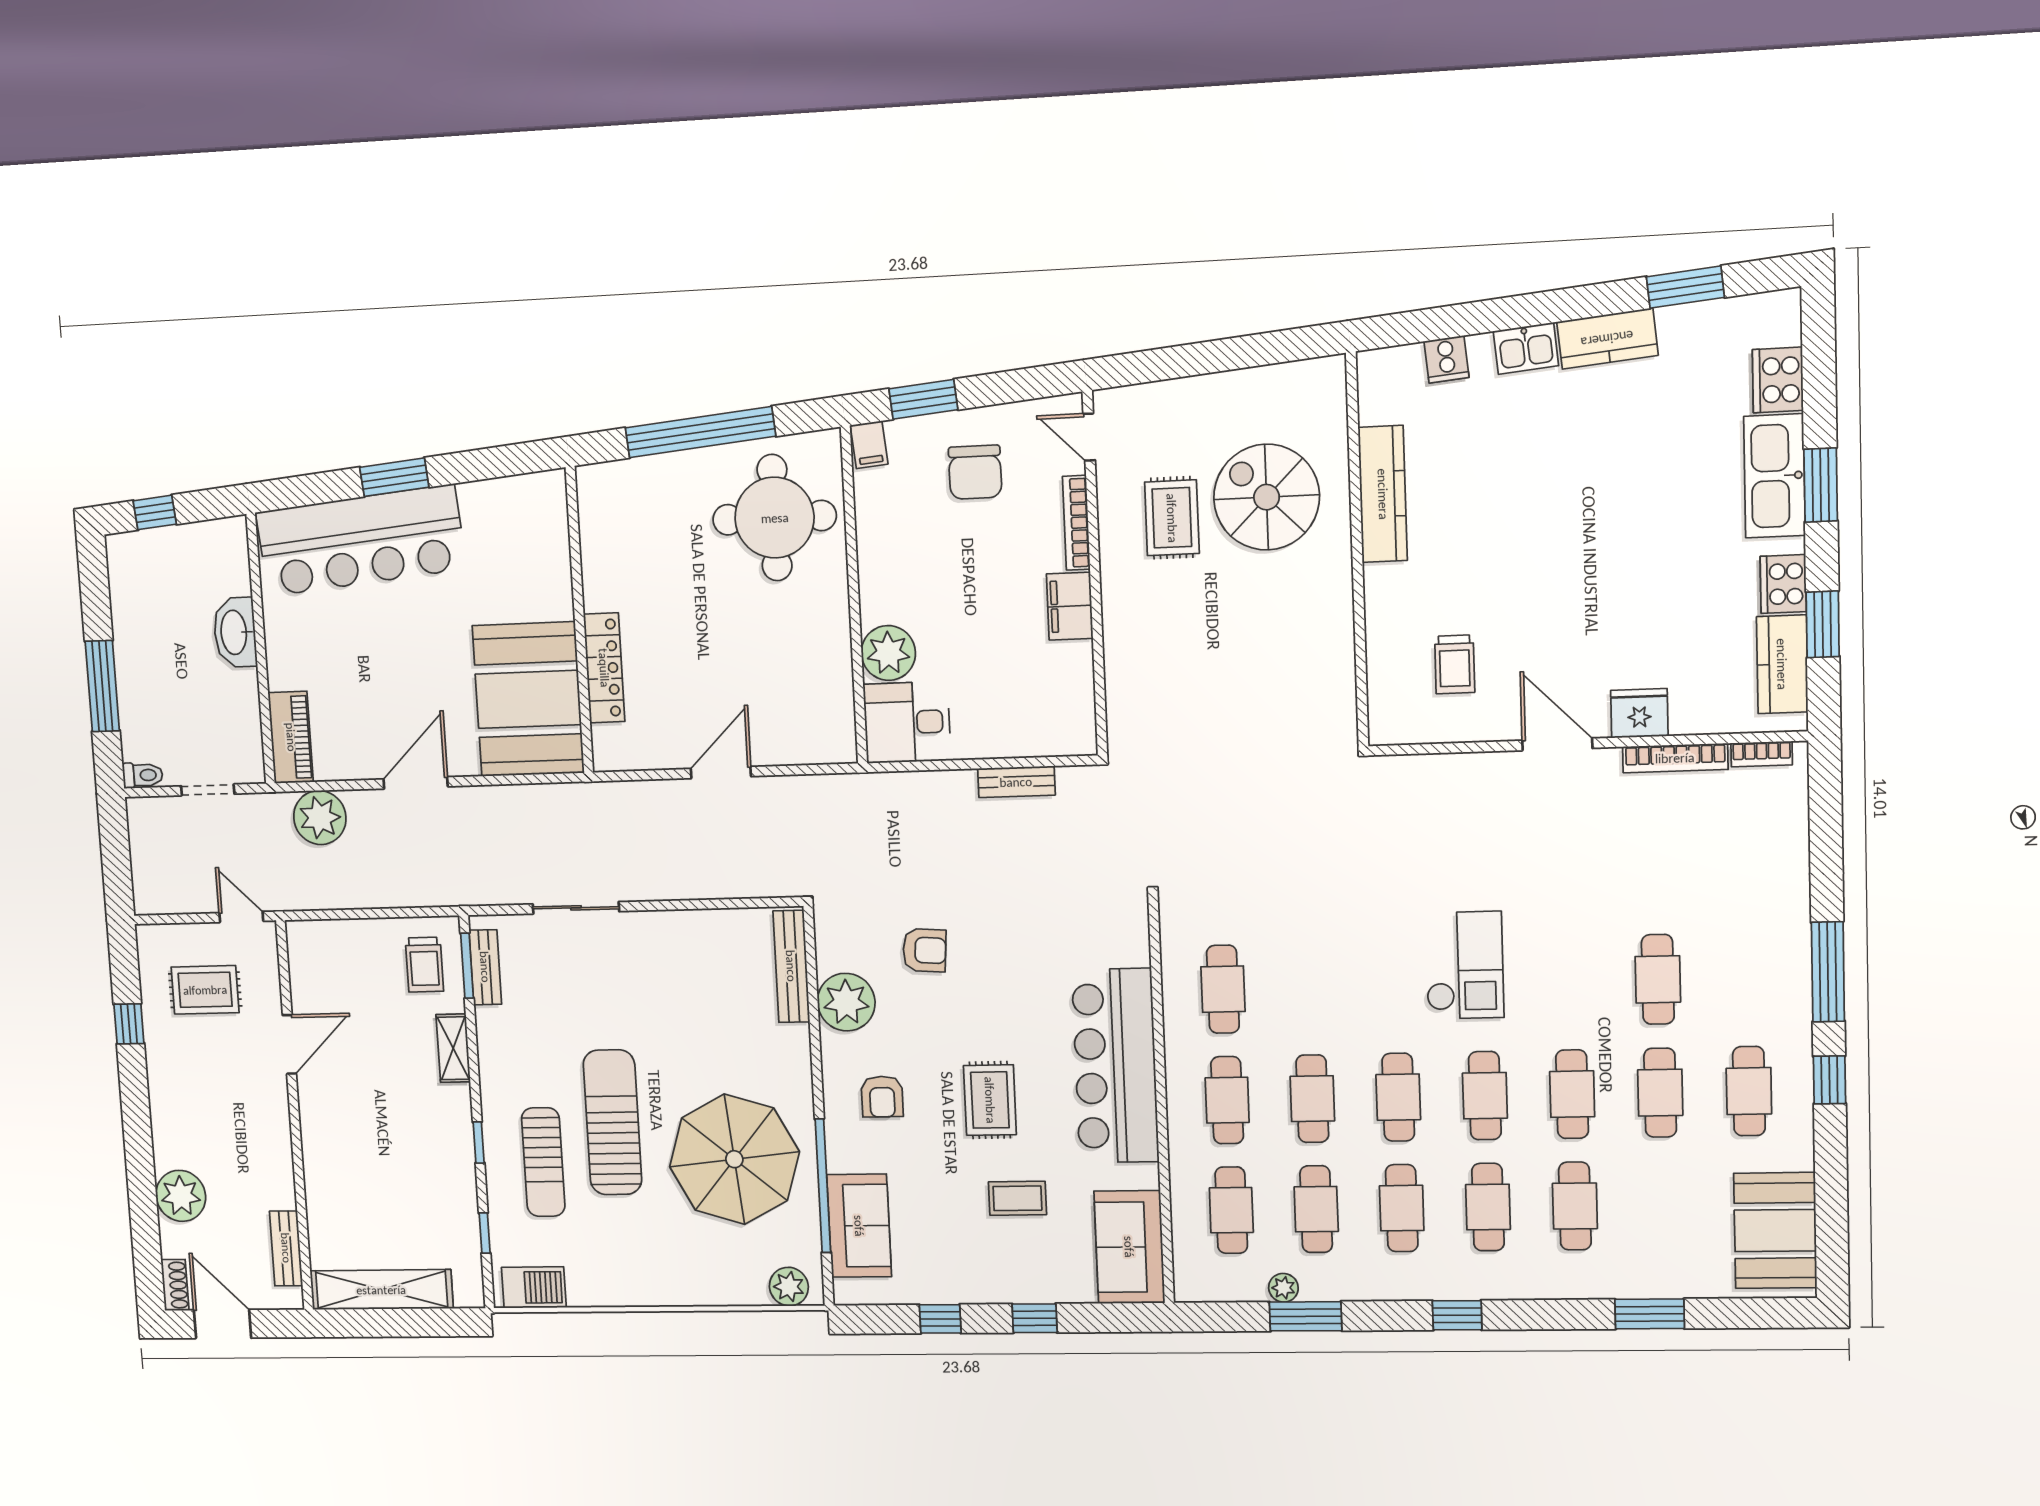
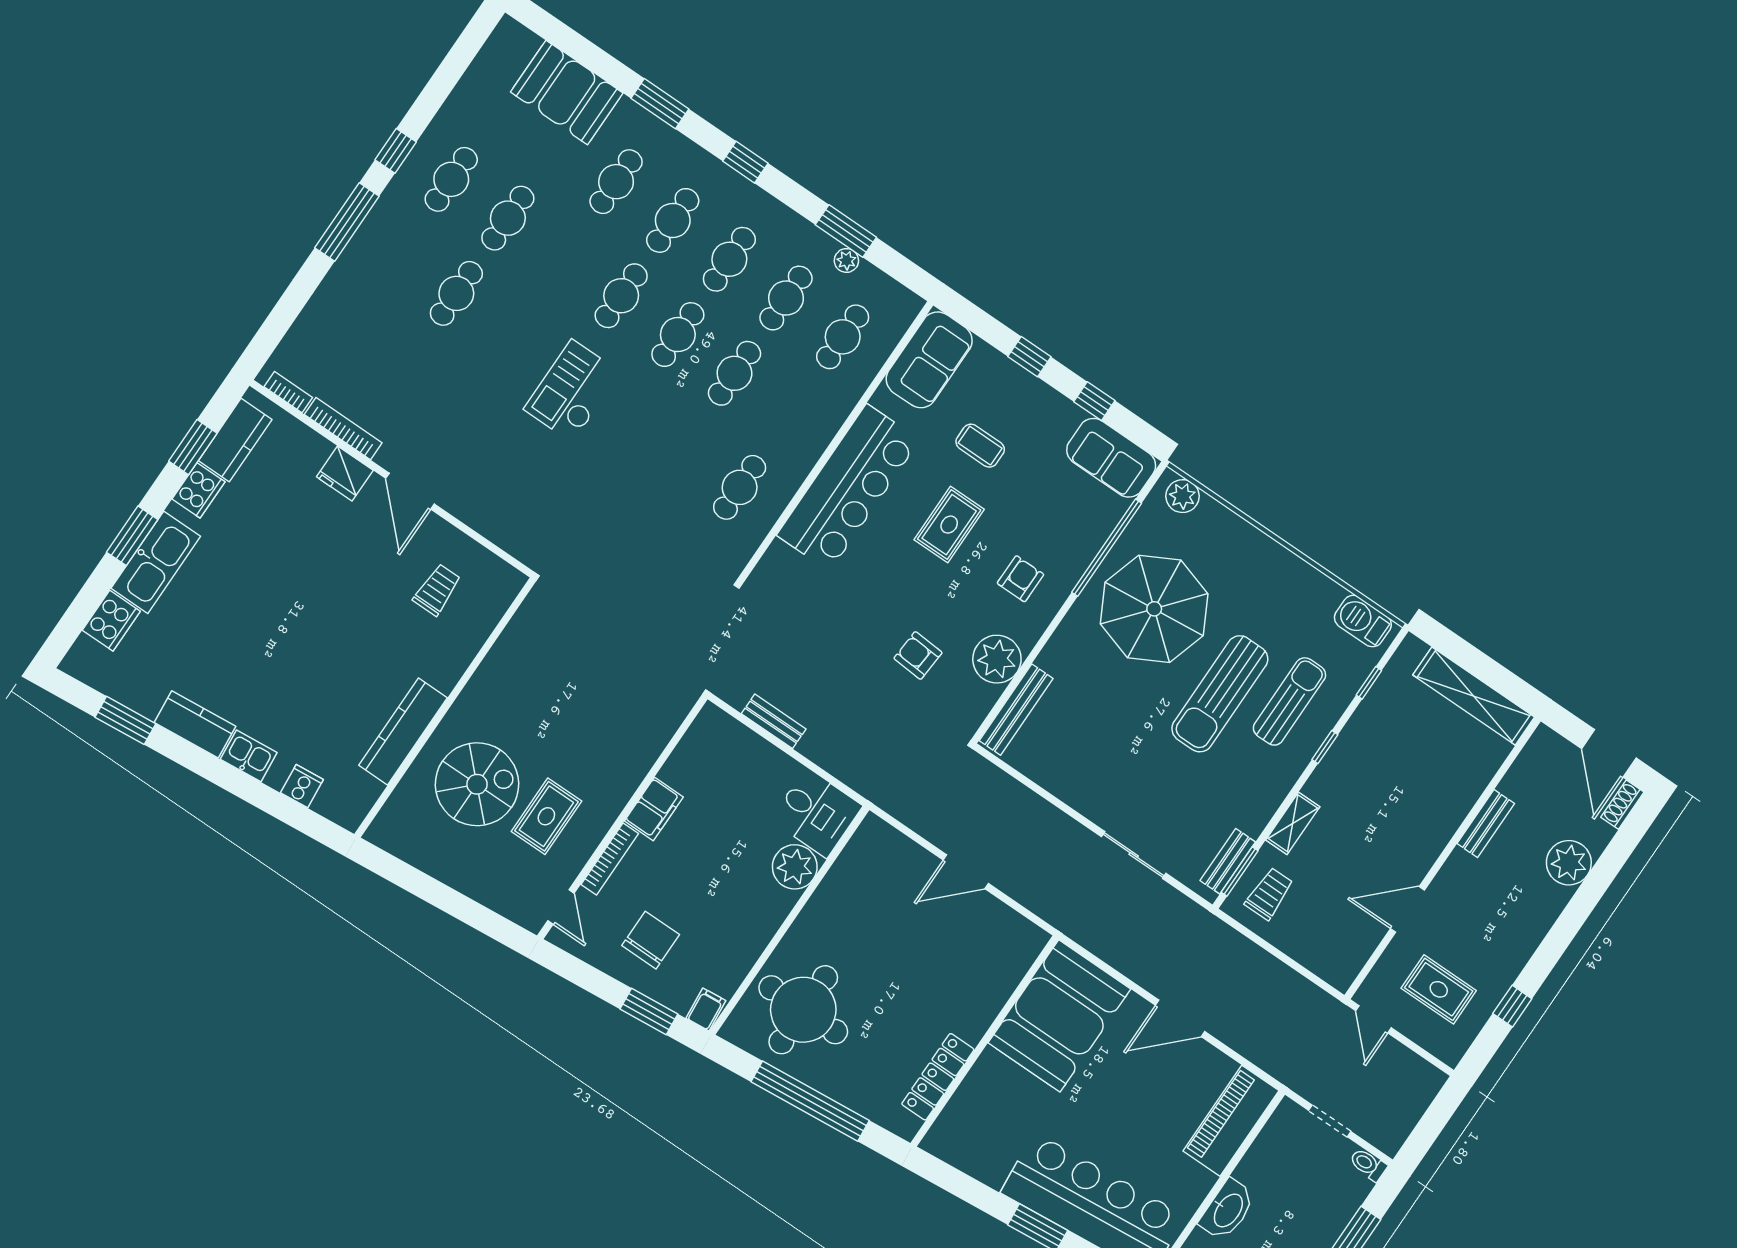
spiral stairs: (1267, 497) -> (477, 784), turned -90
locker: (604, 668) -> (938, 1077), moved
piano: (291, 737) -> (1231, 1121), width x1.37, depth x1.33
plant: (320, 818) -> (1265, 1045), removed
cafe table: (1572, 1094) -> (565, 257), removed
cafe table: (1227, 1100) -> (791, 412), removed
sofa: (859, 1226) -> (1111, 458), moved, turned -90
booth: (1775, 1230) -> (567, 93), moved, turned 90
bench: (286, 1248) -> (1486, 824), moved
window: (1650, 1314) -> (660, 104), moved

